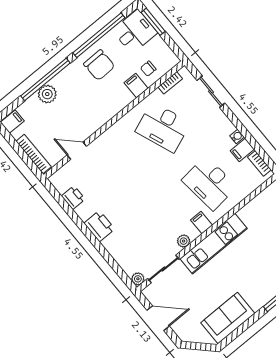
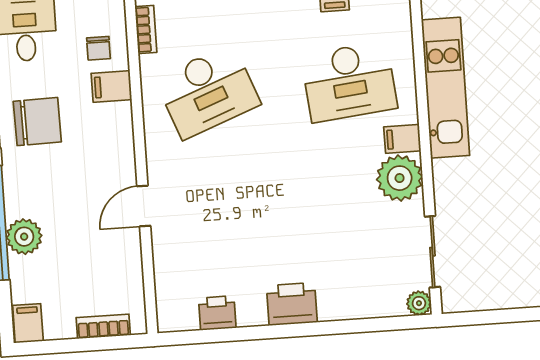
door: (77, 151) -> (144, 206), moved
bookcase: (34, 154) -> (103, 326), width x0.64
plant: (184, 241) -> (400, 178), width x1.87, depth x1.87
kitchen unit: (214, 244) -> (446, 88), moved
door: (158, 318) -> (504, 316), removed

